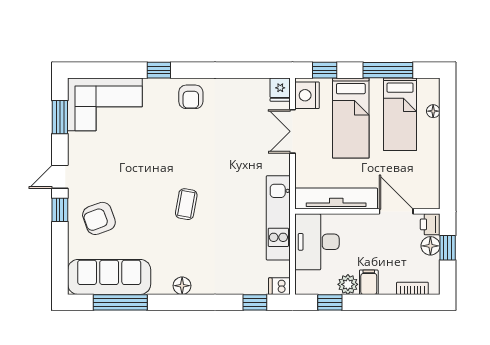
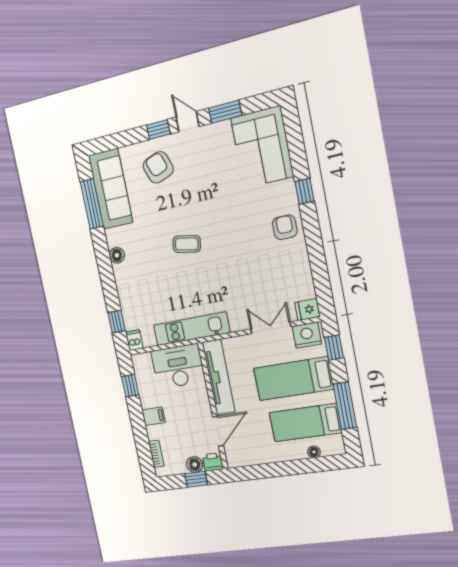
armchair: (191, 97) -> (285, 227), turned 90
window: (60, 117) -> (225, 112), moved
plant: (348, 284) -> (148, 399), removed

